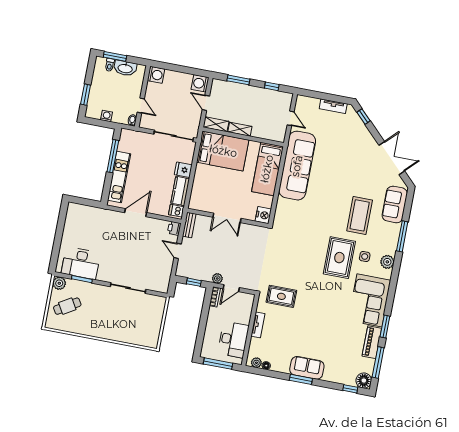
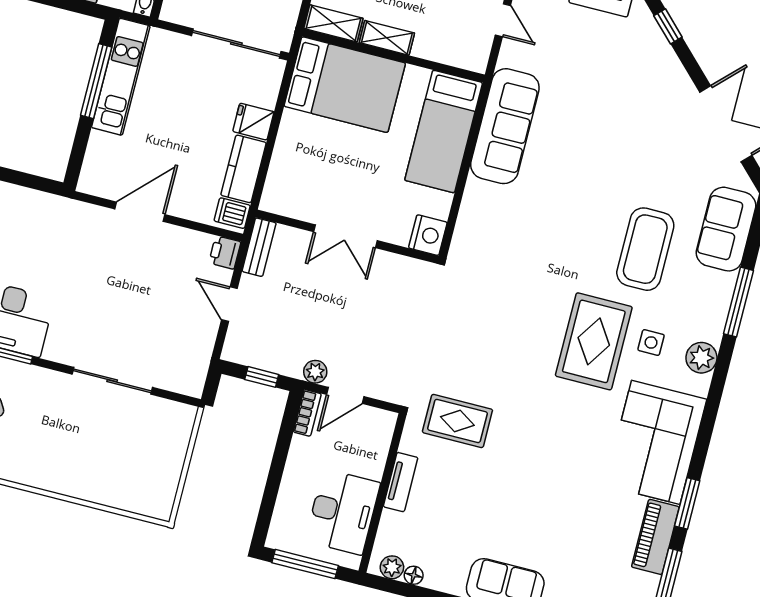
sofa: (297, 166) -> (505, 126), width x0.74, depth x0.79
kitchen unit: (119, 177) -> (121, 77), moved

